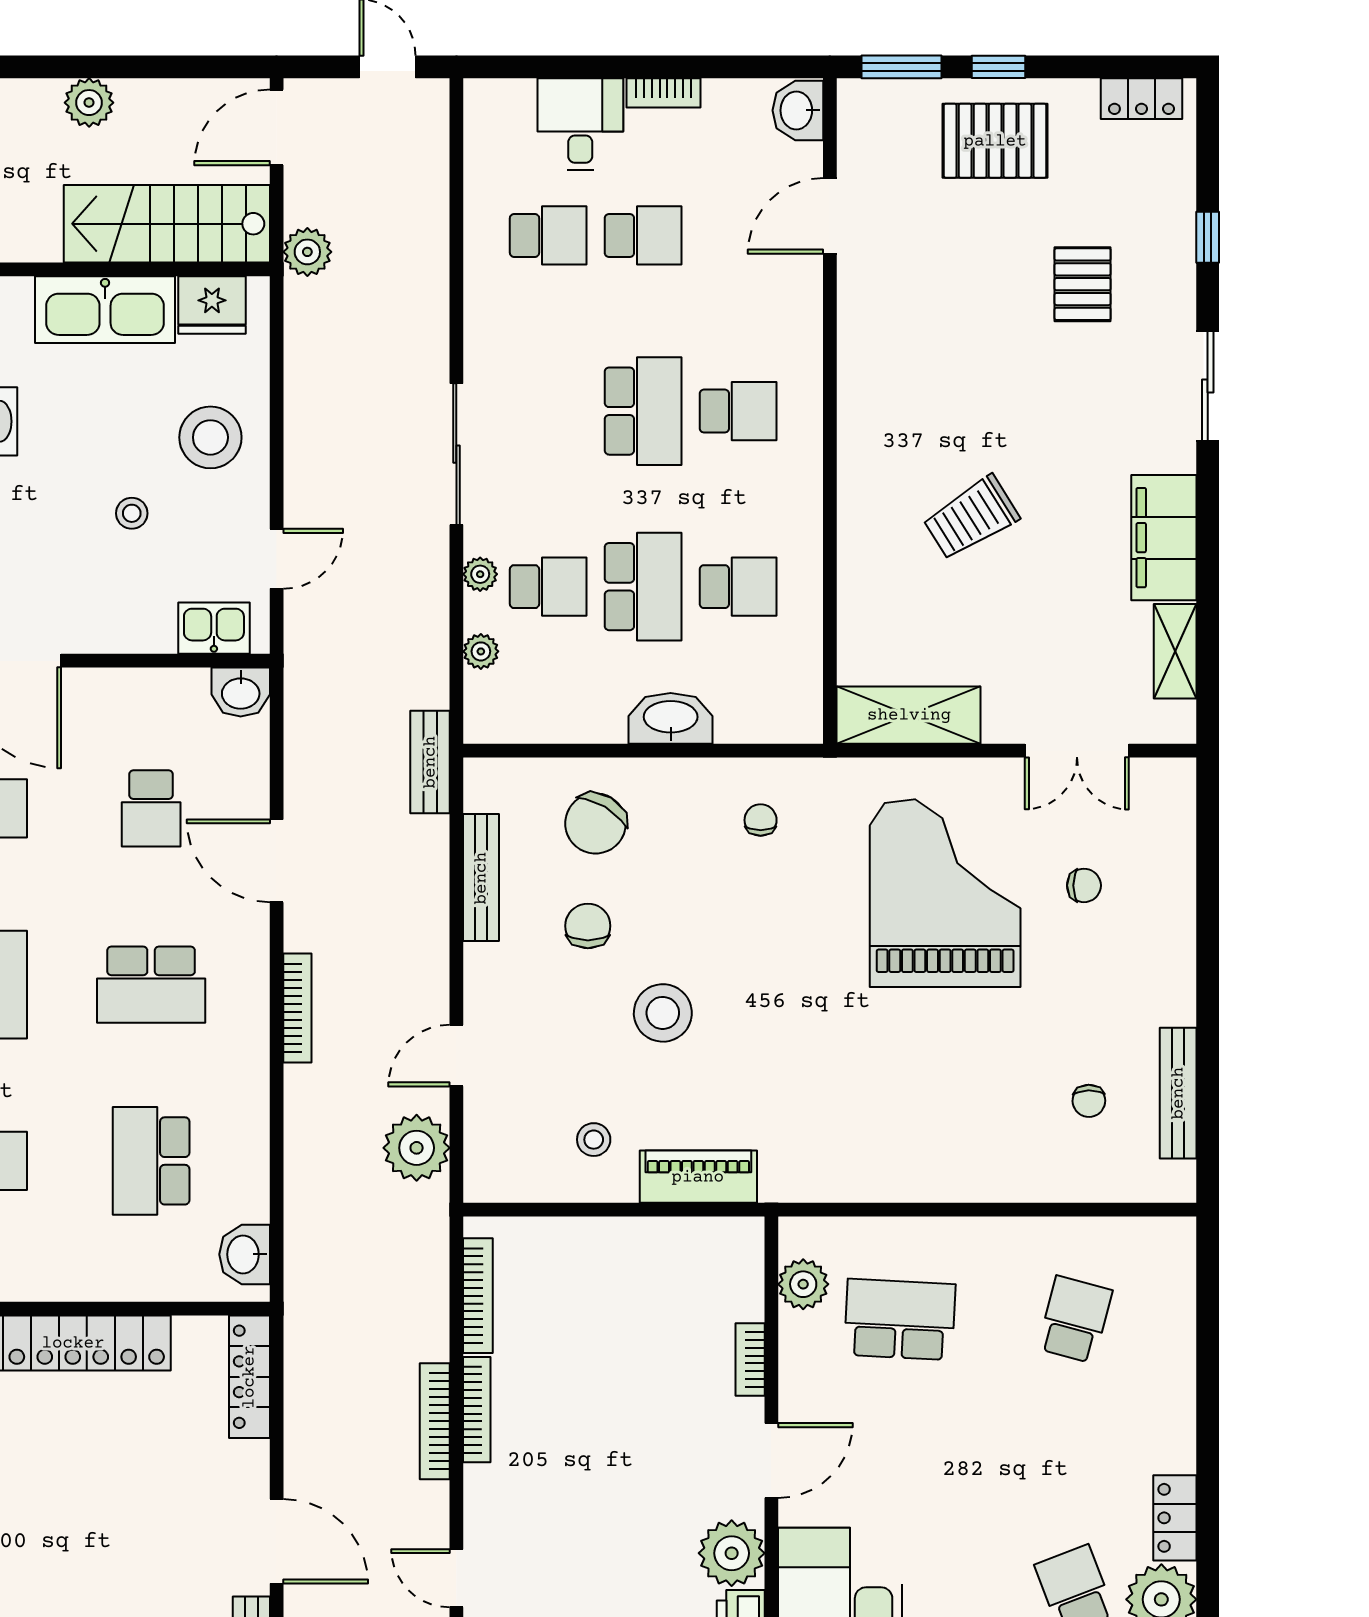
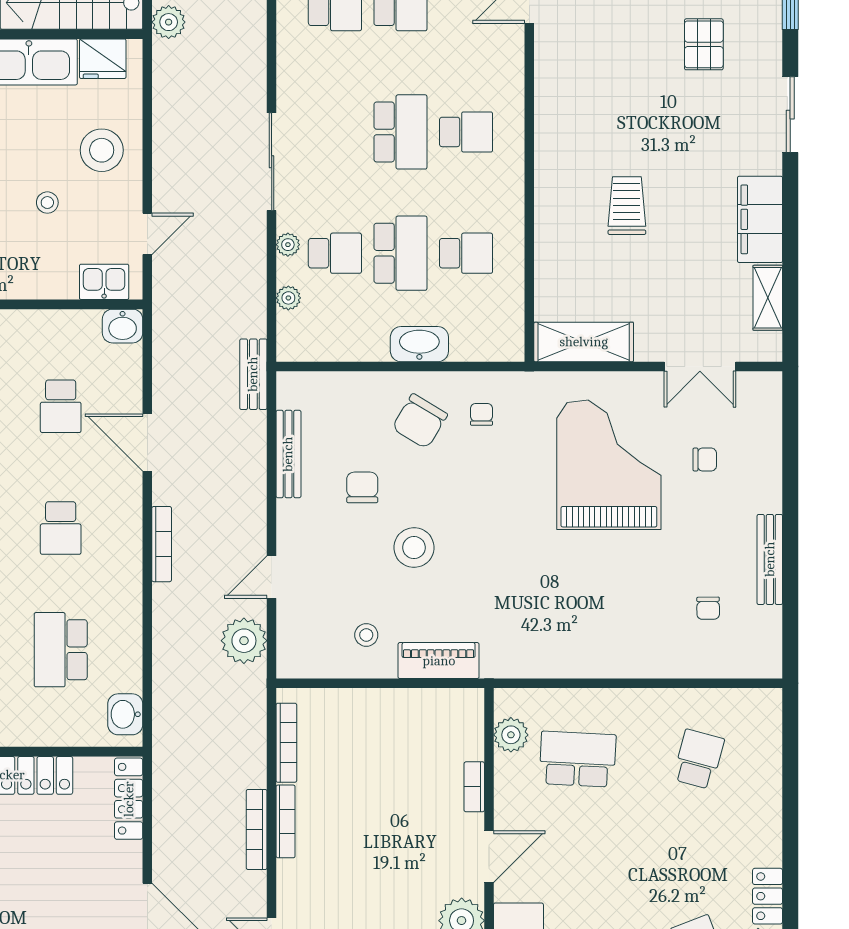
trolley: (971, 518) -> (627, 206), turned 122
chair: (596, 823) -> (420, 421), moved
school desk: (151, 985) -> (61, 528), width x0.54
bench: (1178, 1093) -> (770, 559), moved

